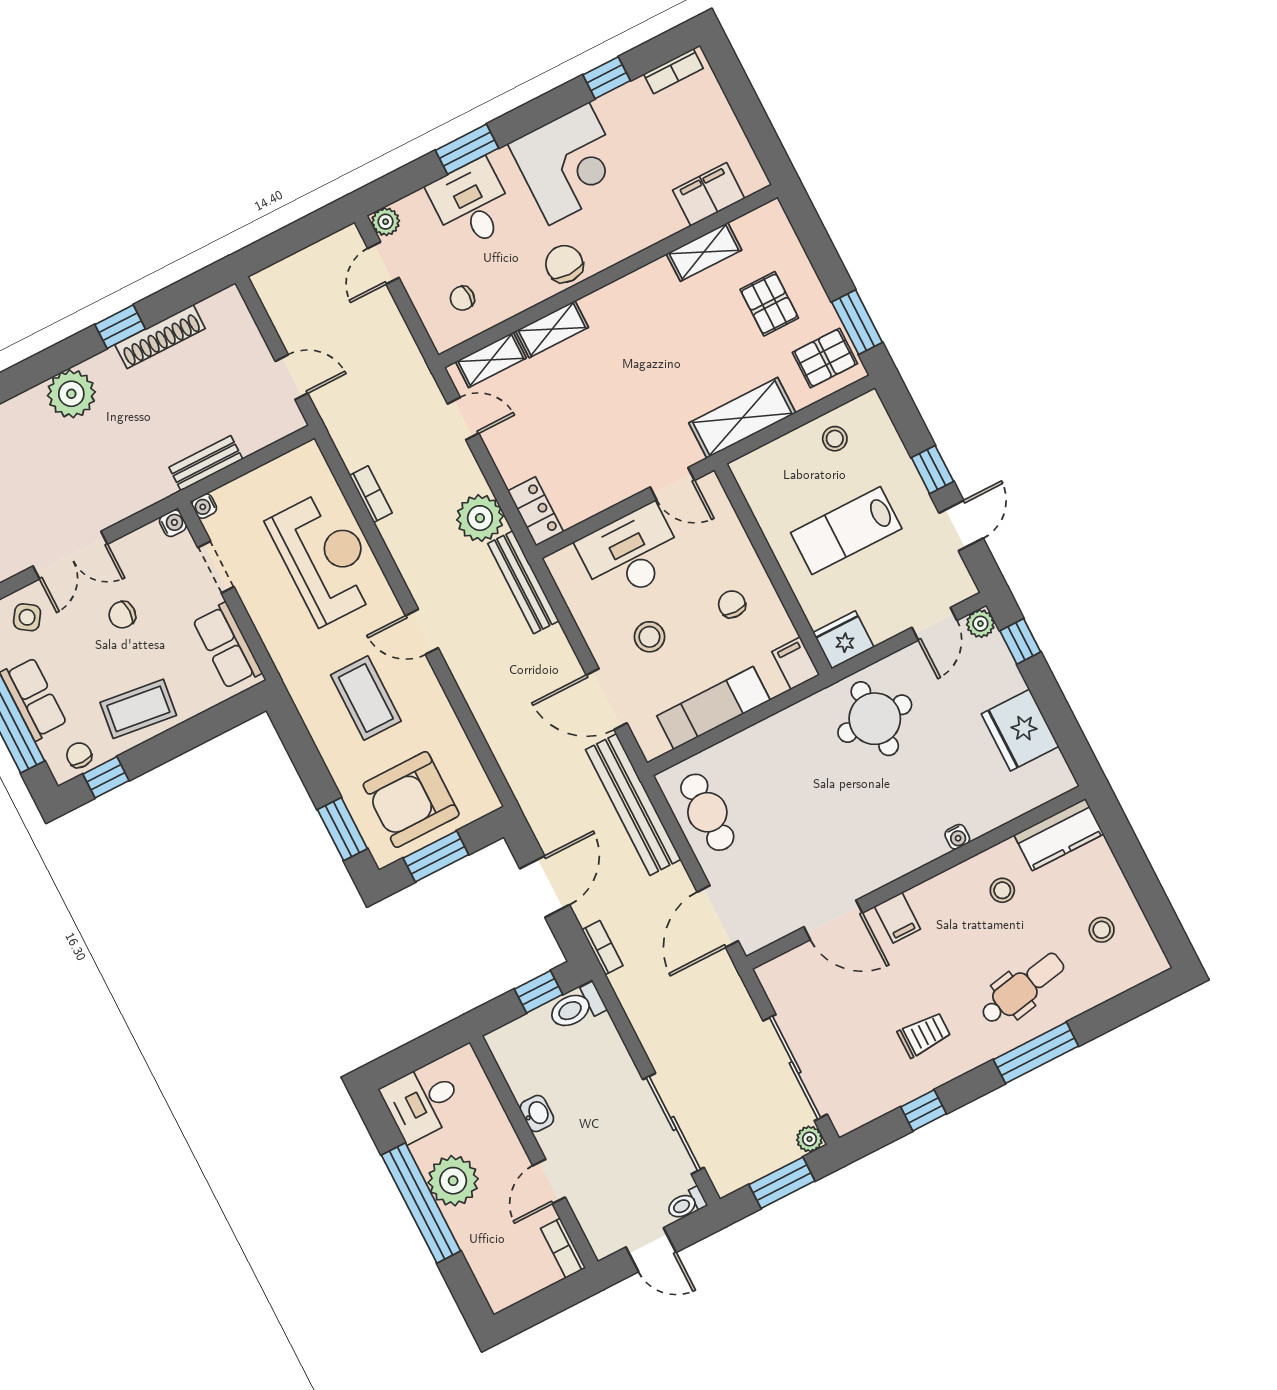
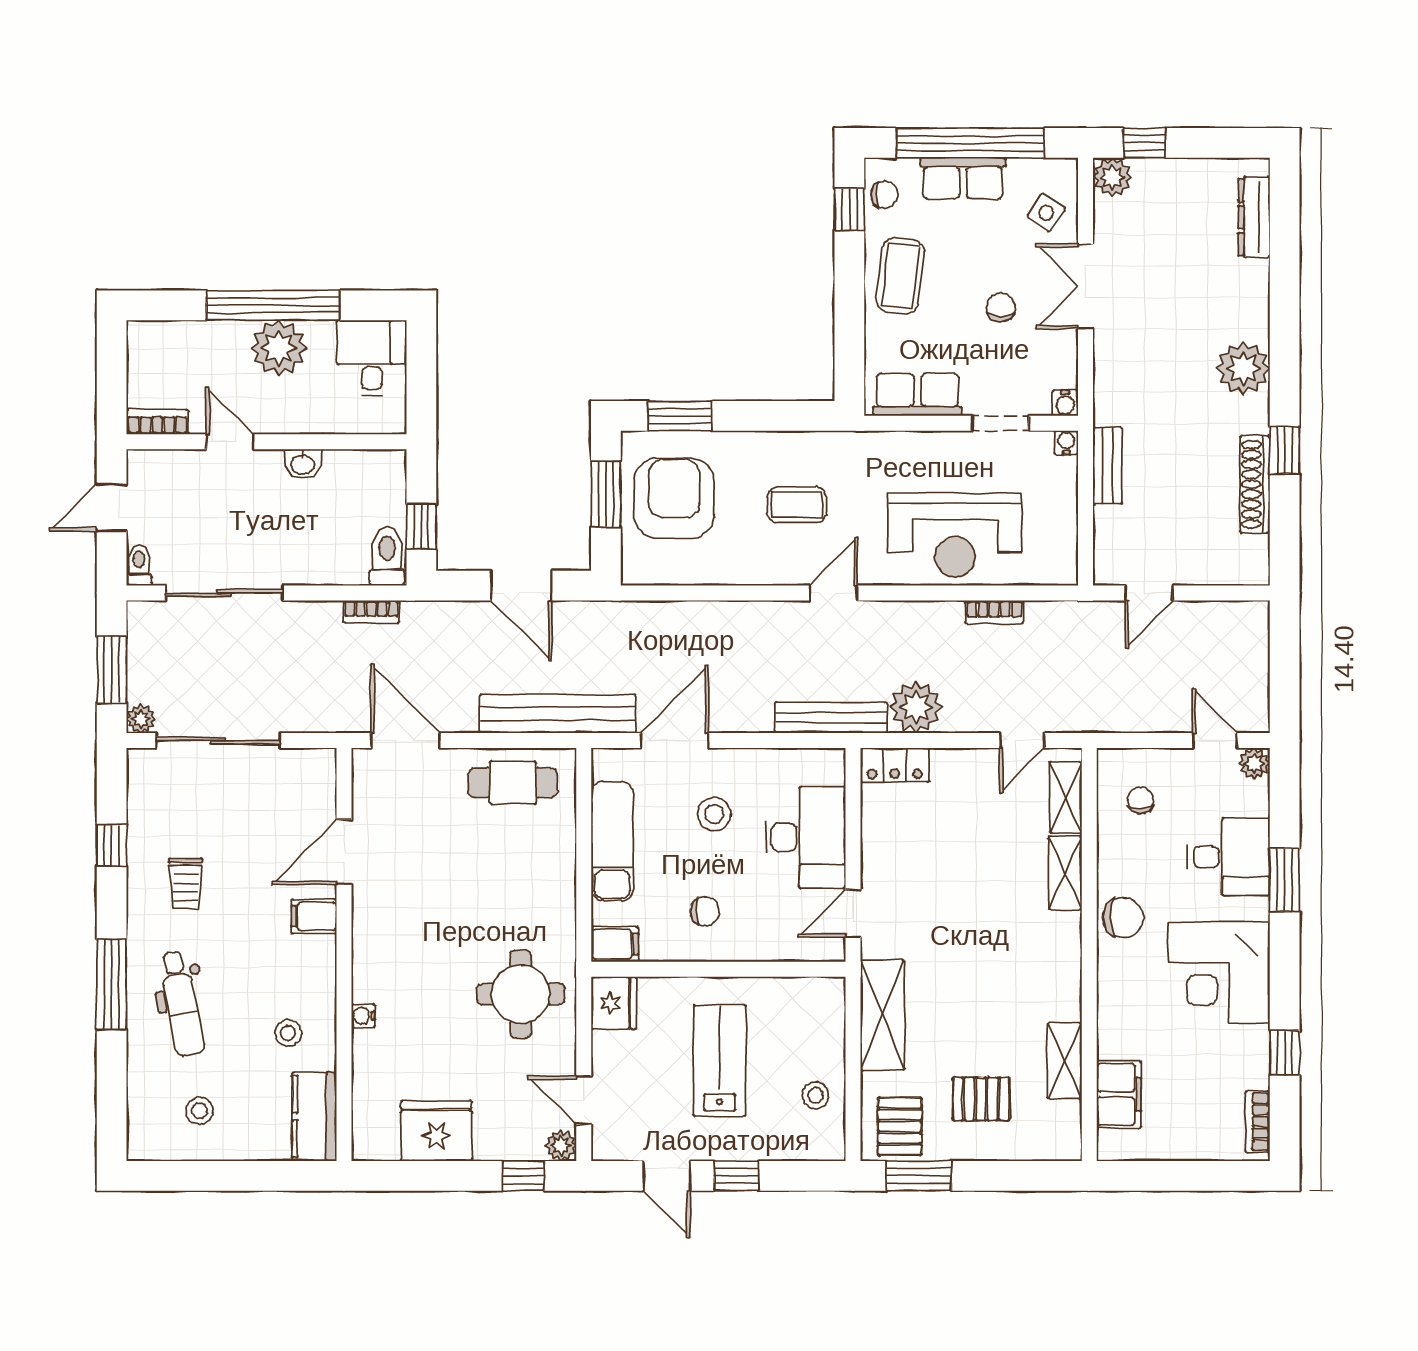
coffee table: (366, 698) -> (797, 505), width x0.73, depth x0.77
bookcase: (602, 948) -> (371, 612), moved

